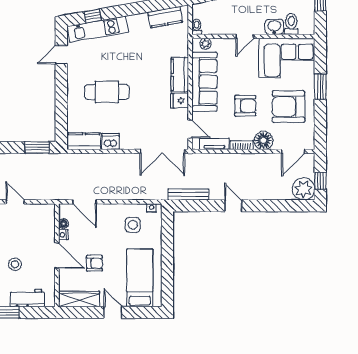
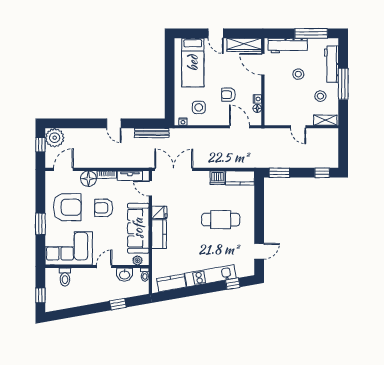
washbasin: (274, 27) -> (124, 275), moved
kitchen unit: (98, 29) -> (210, 276), moved
door: (57, 256) -> (263, 64), moved
armchair: (94, 263) -> (228, 95), moved
workbench: (27, 298) -> (288, 45), width x1.38

